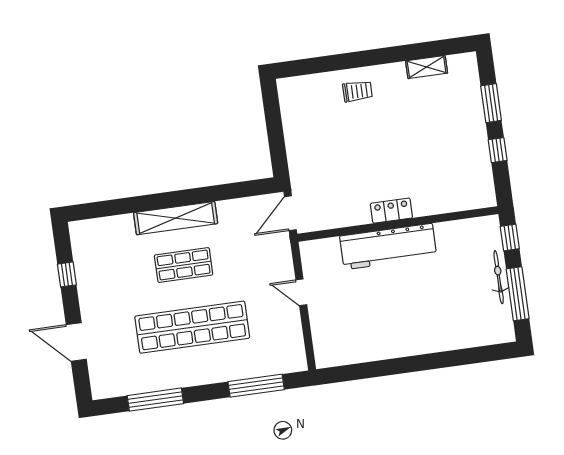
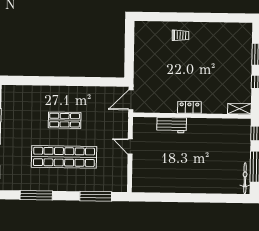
shelving: (427, 67) -> (239, 109), moved
shelving: (176, 218) -> (64, 92), removed
workbench: (388, 247) -> (172, 125), width x0.53, depth x0.76
bicycle: (499, 277) -> (245, 178), moved

